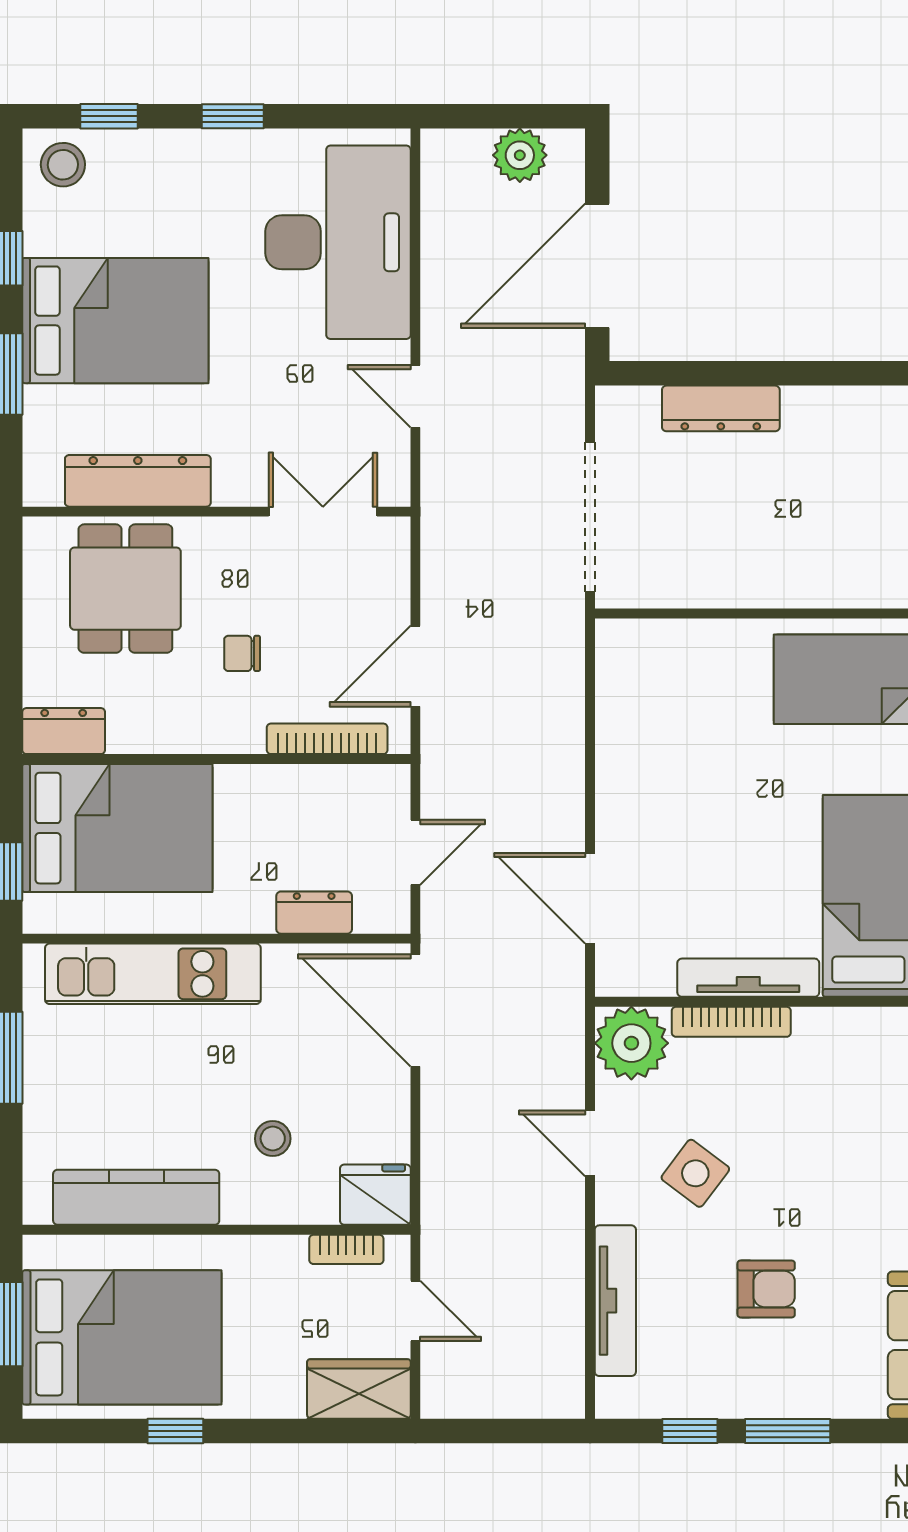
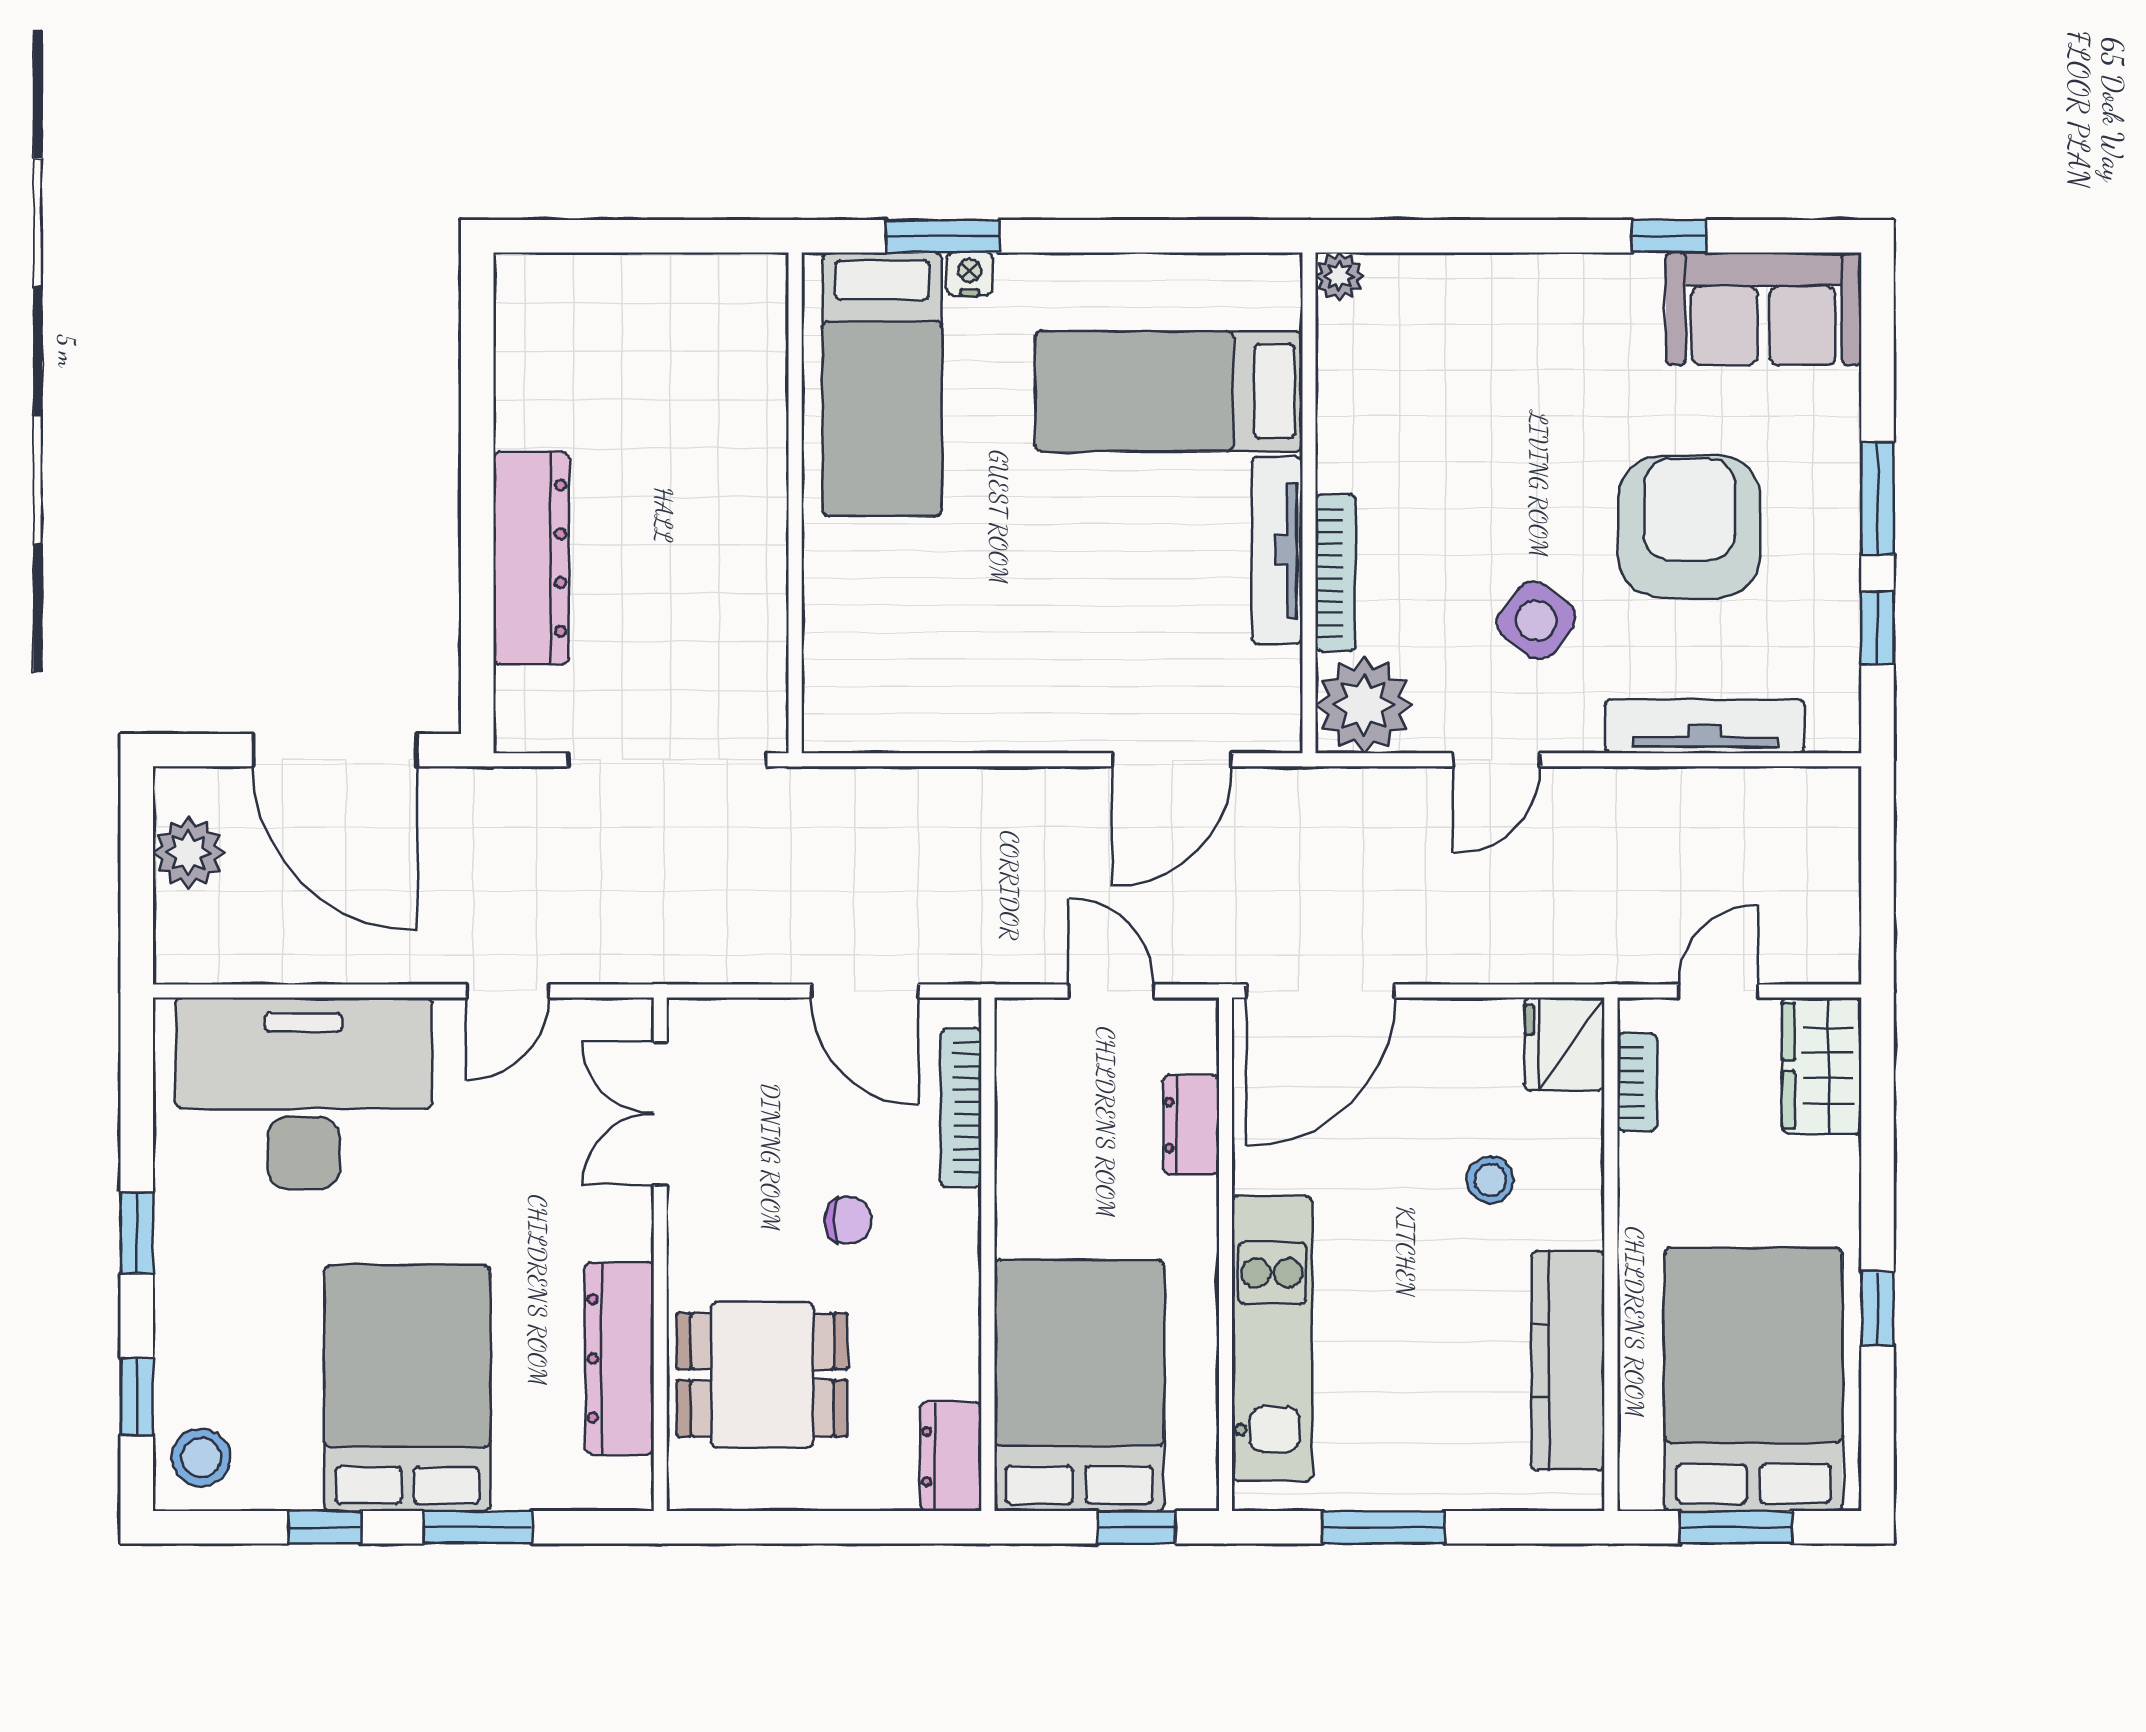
dresser: (721, 408) -> (531, 558), width x1.37, depth x1.24
chair: (242, 653) -> (848, 1220), turned -90
armchair: (766, 1289) -> (1689, 527), width x1.88, depth x1.88

